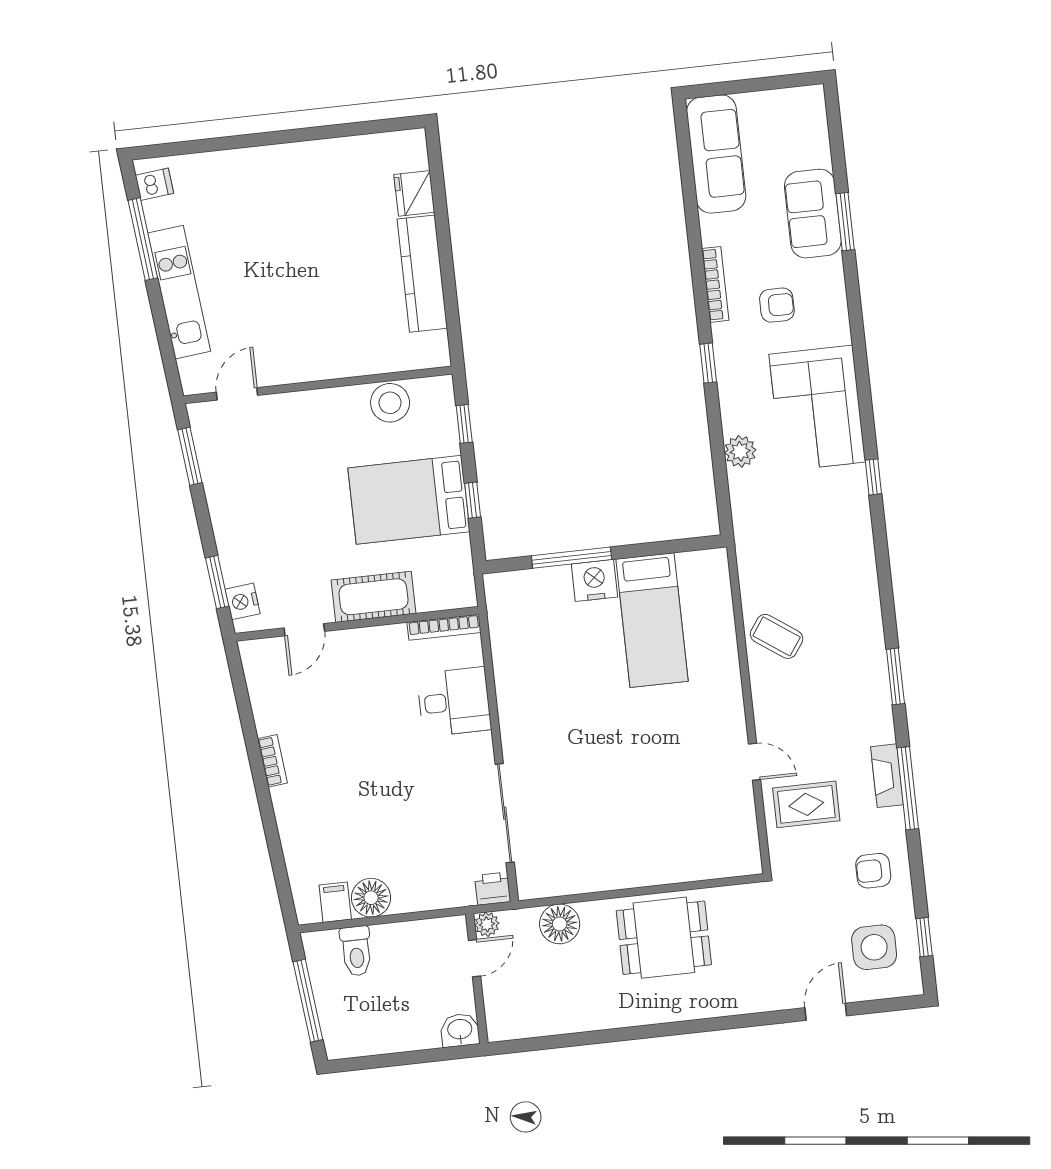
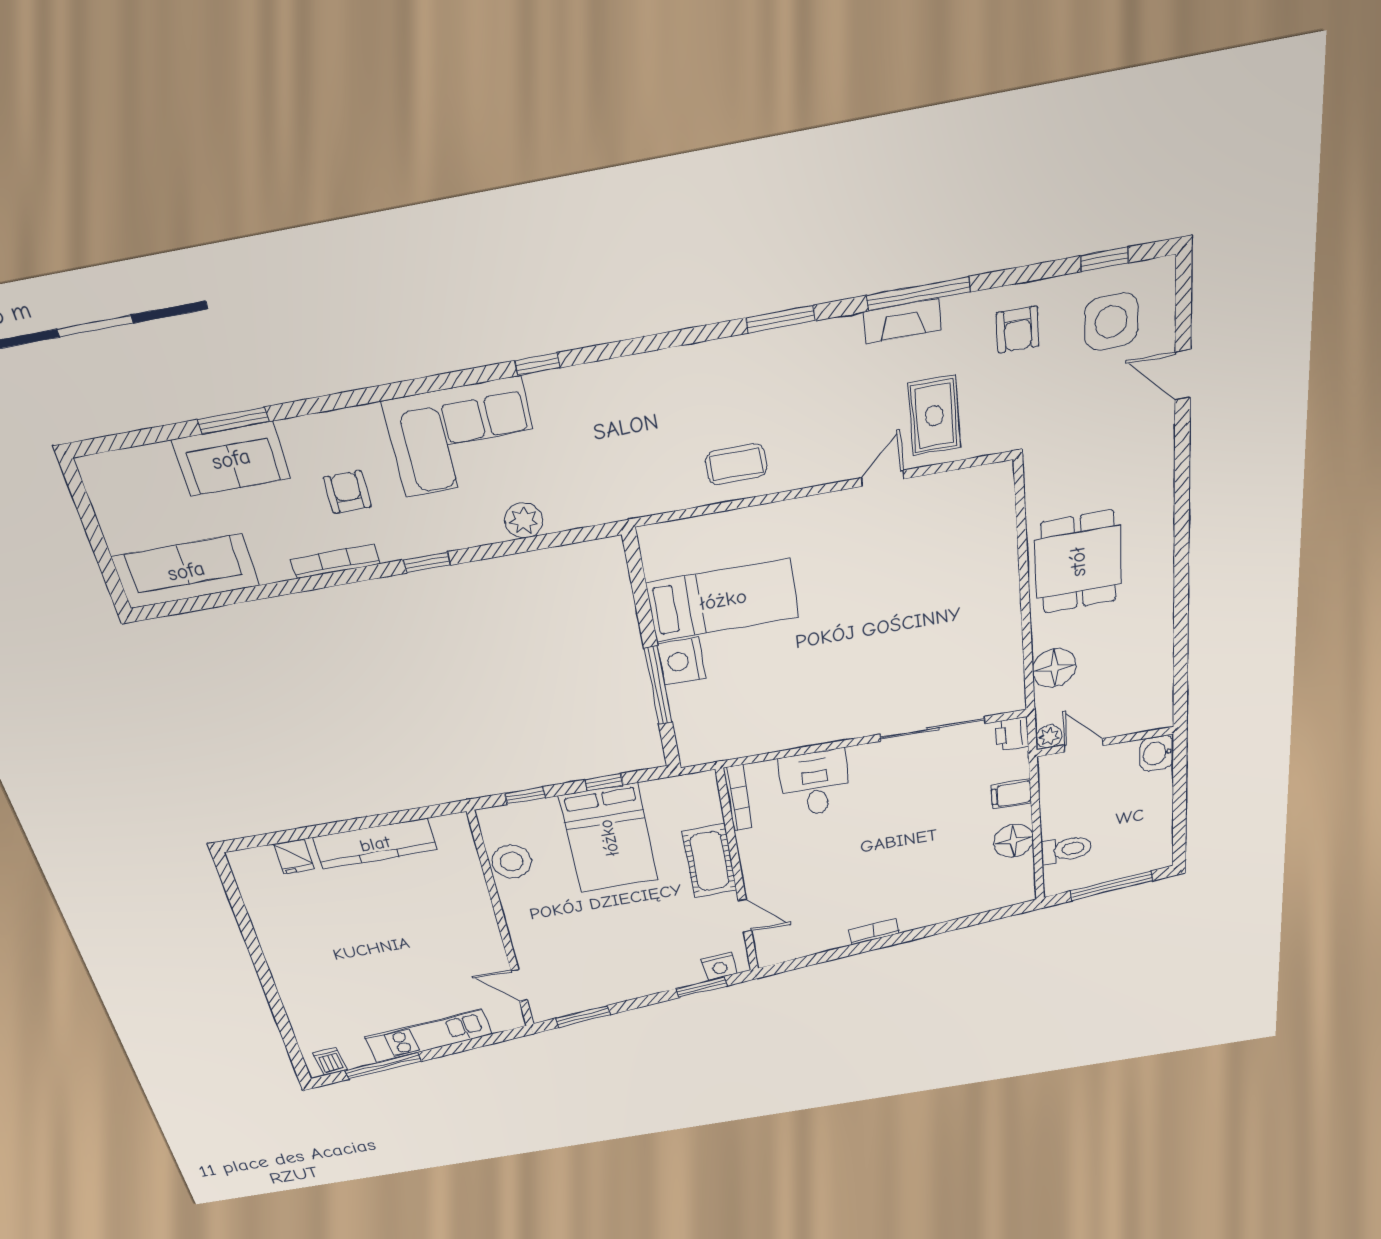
fridge: (414, 193) -> (294, 857), width x0.72
coffee table: (777, 636) -> (736, 464), turned 55
filing cabinet: (335, 902) -> (1011, 794), moved

